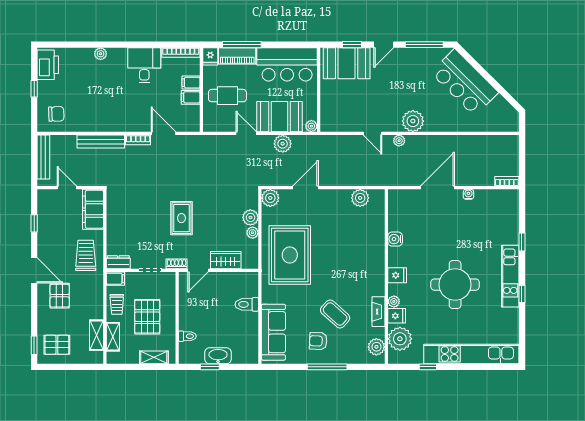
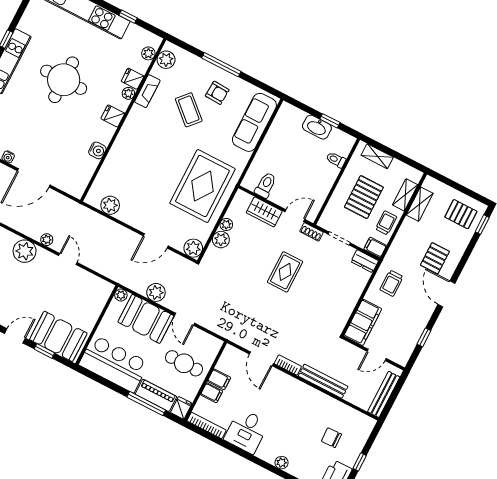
chair: (56, 114) -> (331, 438), moved
door: (67, 188) -> (377, 355), hinge flipped
trolley: (86, 255) -> (392, 283), width x0.73, depth x0.72
toilet: (247, 304) -> (266, 185), moved, turned -90
plant: (400, 339) -> (148, 53), width x0.53, depth x0.53

